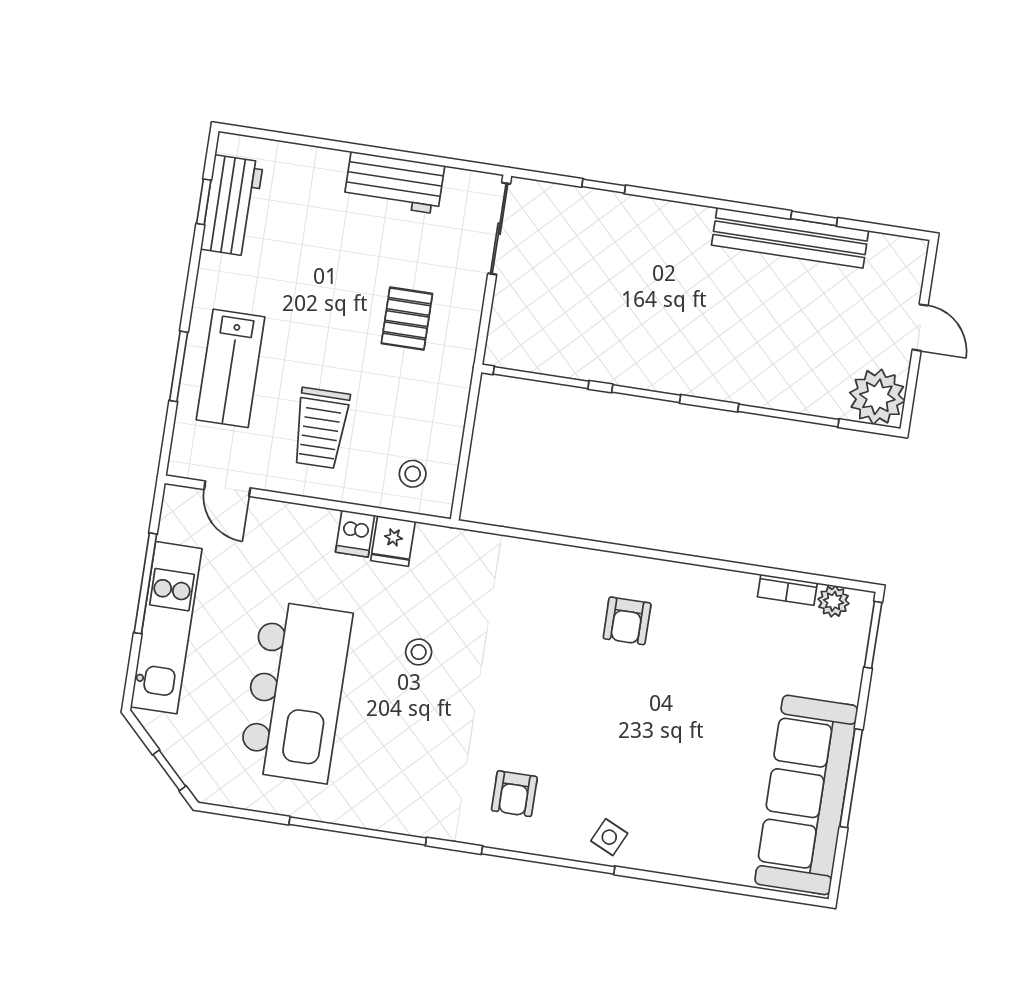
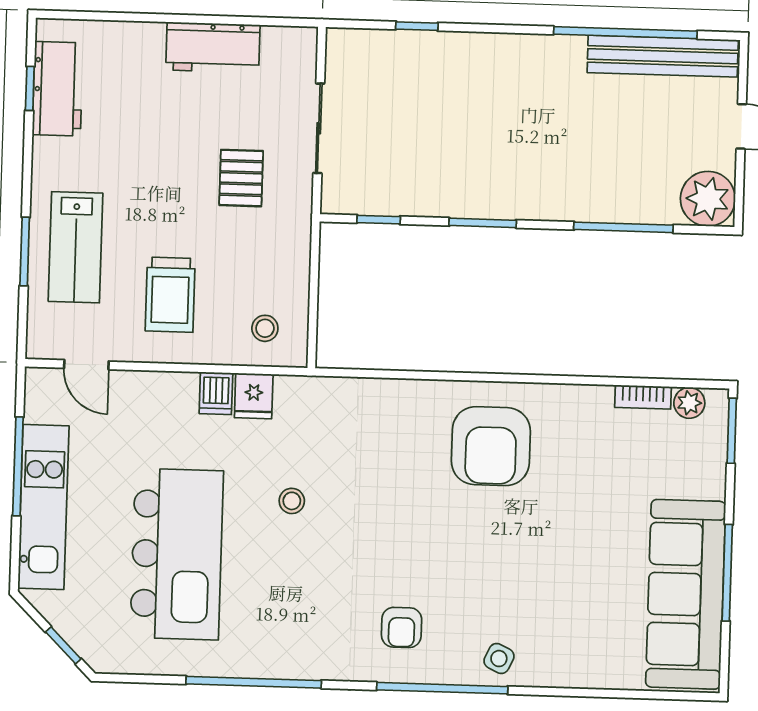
window: (814, 218) -> (625, 33), width x3.17
sliding door: (499, 229) -> (319, 128), moved
bench: (790, 238) -> (663, 56), moved
window: (541, 378) -> (379, 220), width x0.46
armchair: (627, 621) -> (491, 446), width x1.88, depth x1.88

